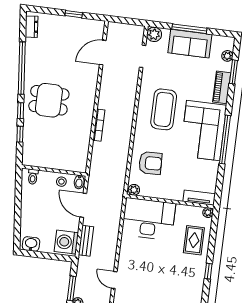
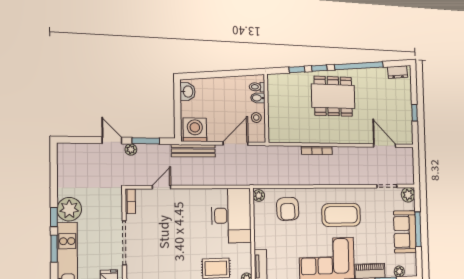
dining table: (49, 100) -> (333, 96), width x1.38
bidet: (79, 182) -> (258, 98), moved
bench: (86, 241) -> (193, 151), width x1.36

